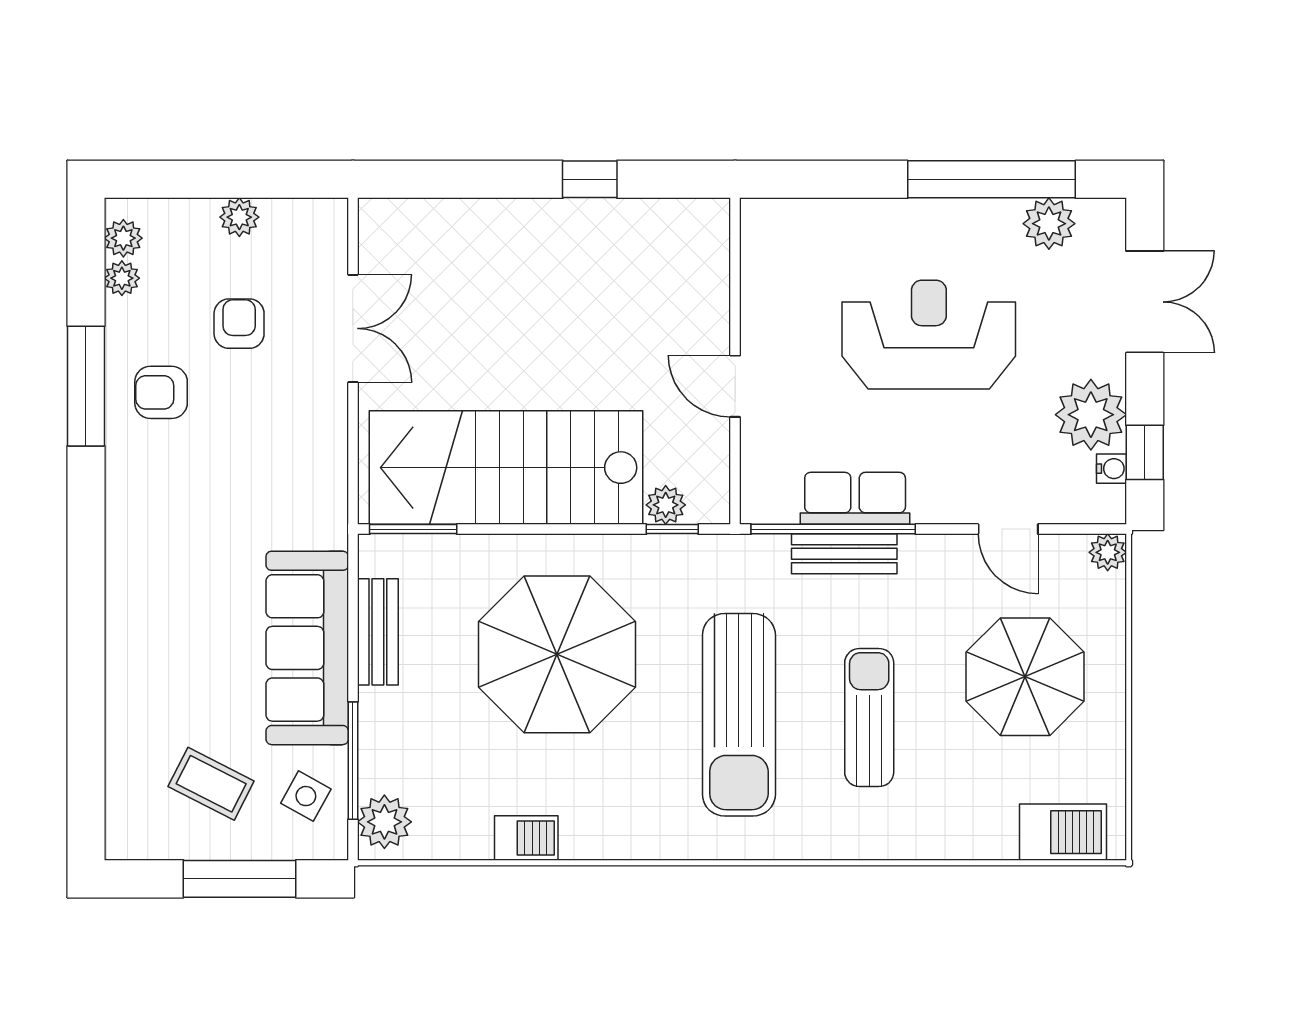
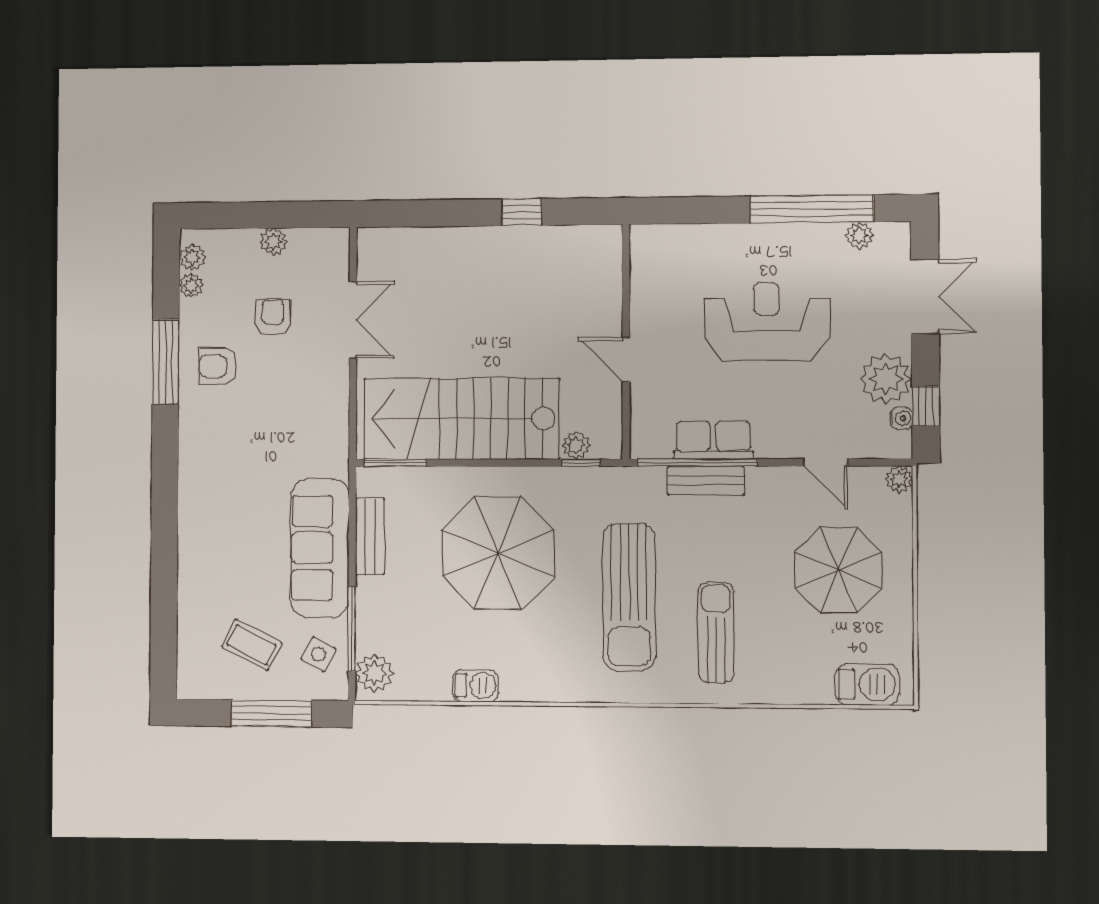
plant: (1049, 224) -> (859, 235), width x0.73, depth x0.73
sun lounger: (869, 717) -> (716, 632), moved

